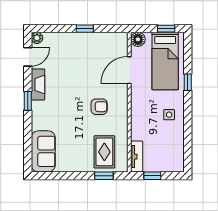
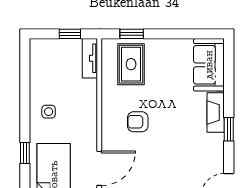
fireplace: (38, 85) -> (216, 112), moved

